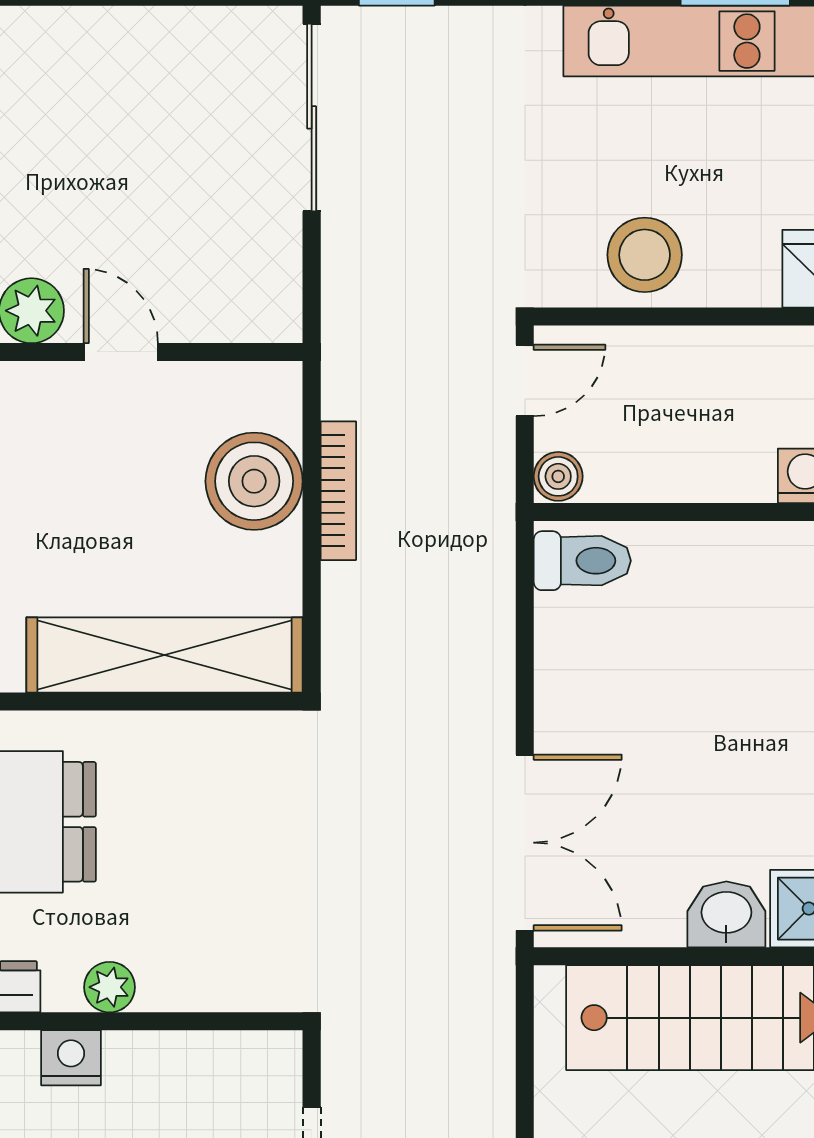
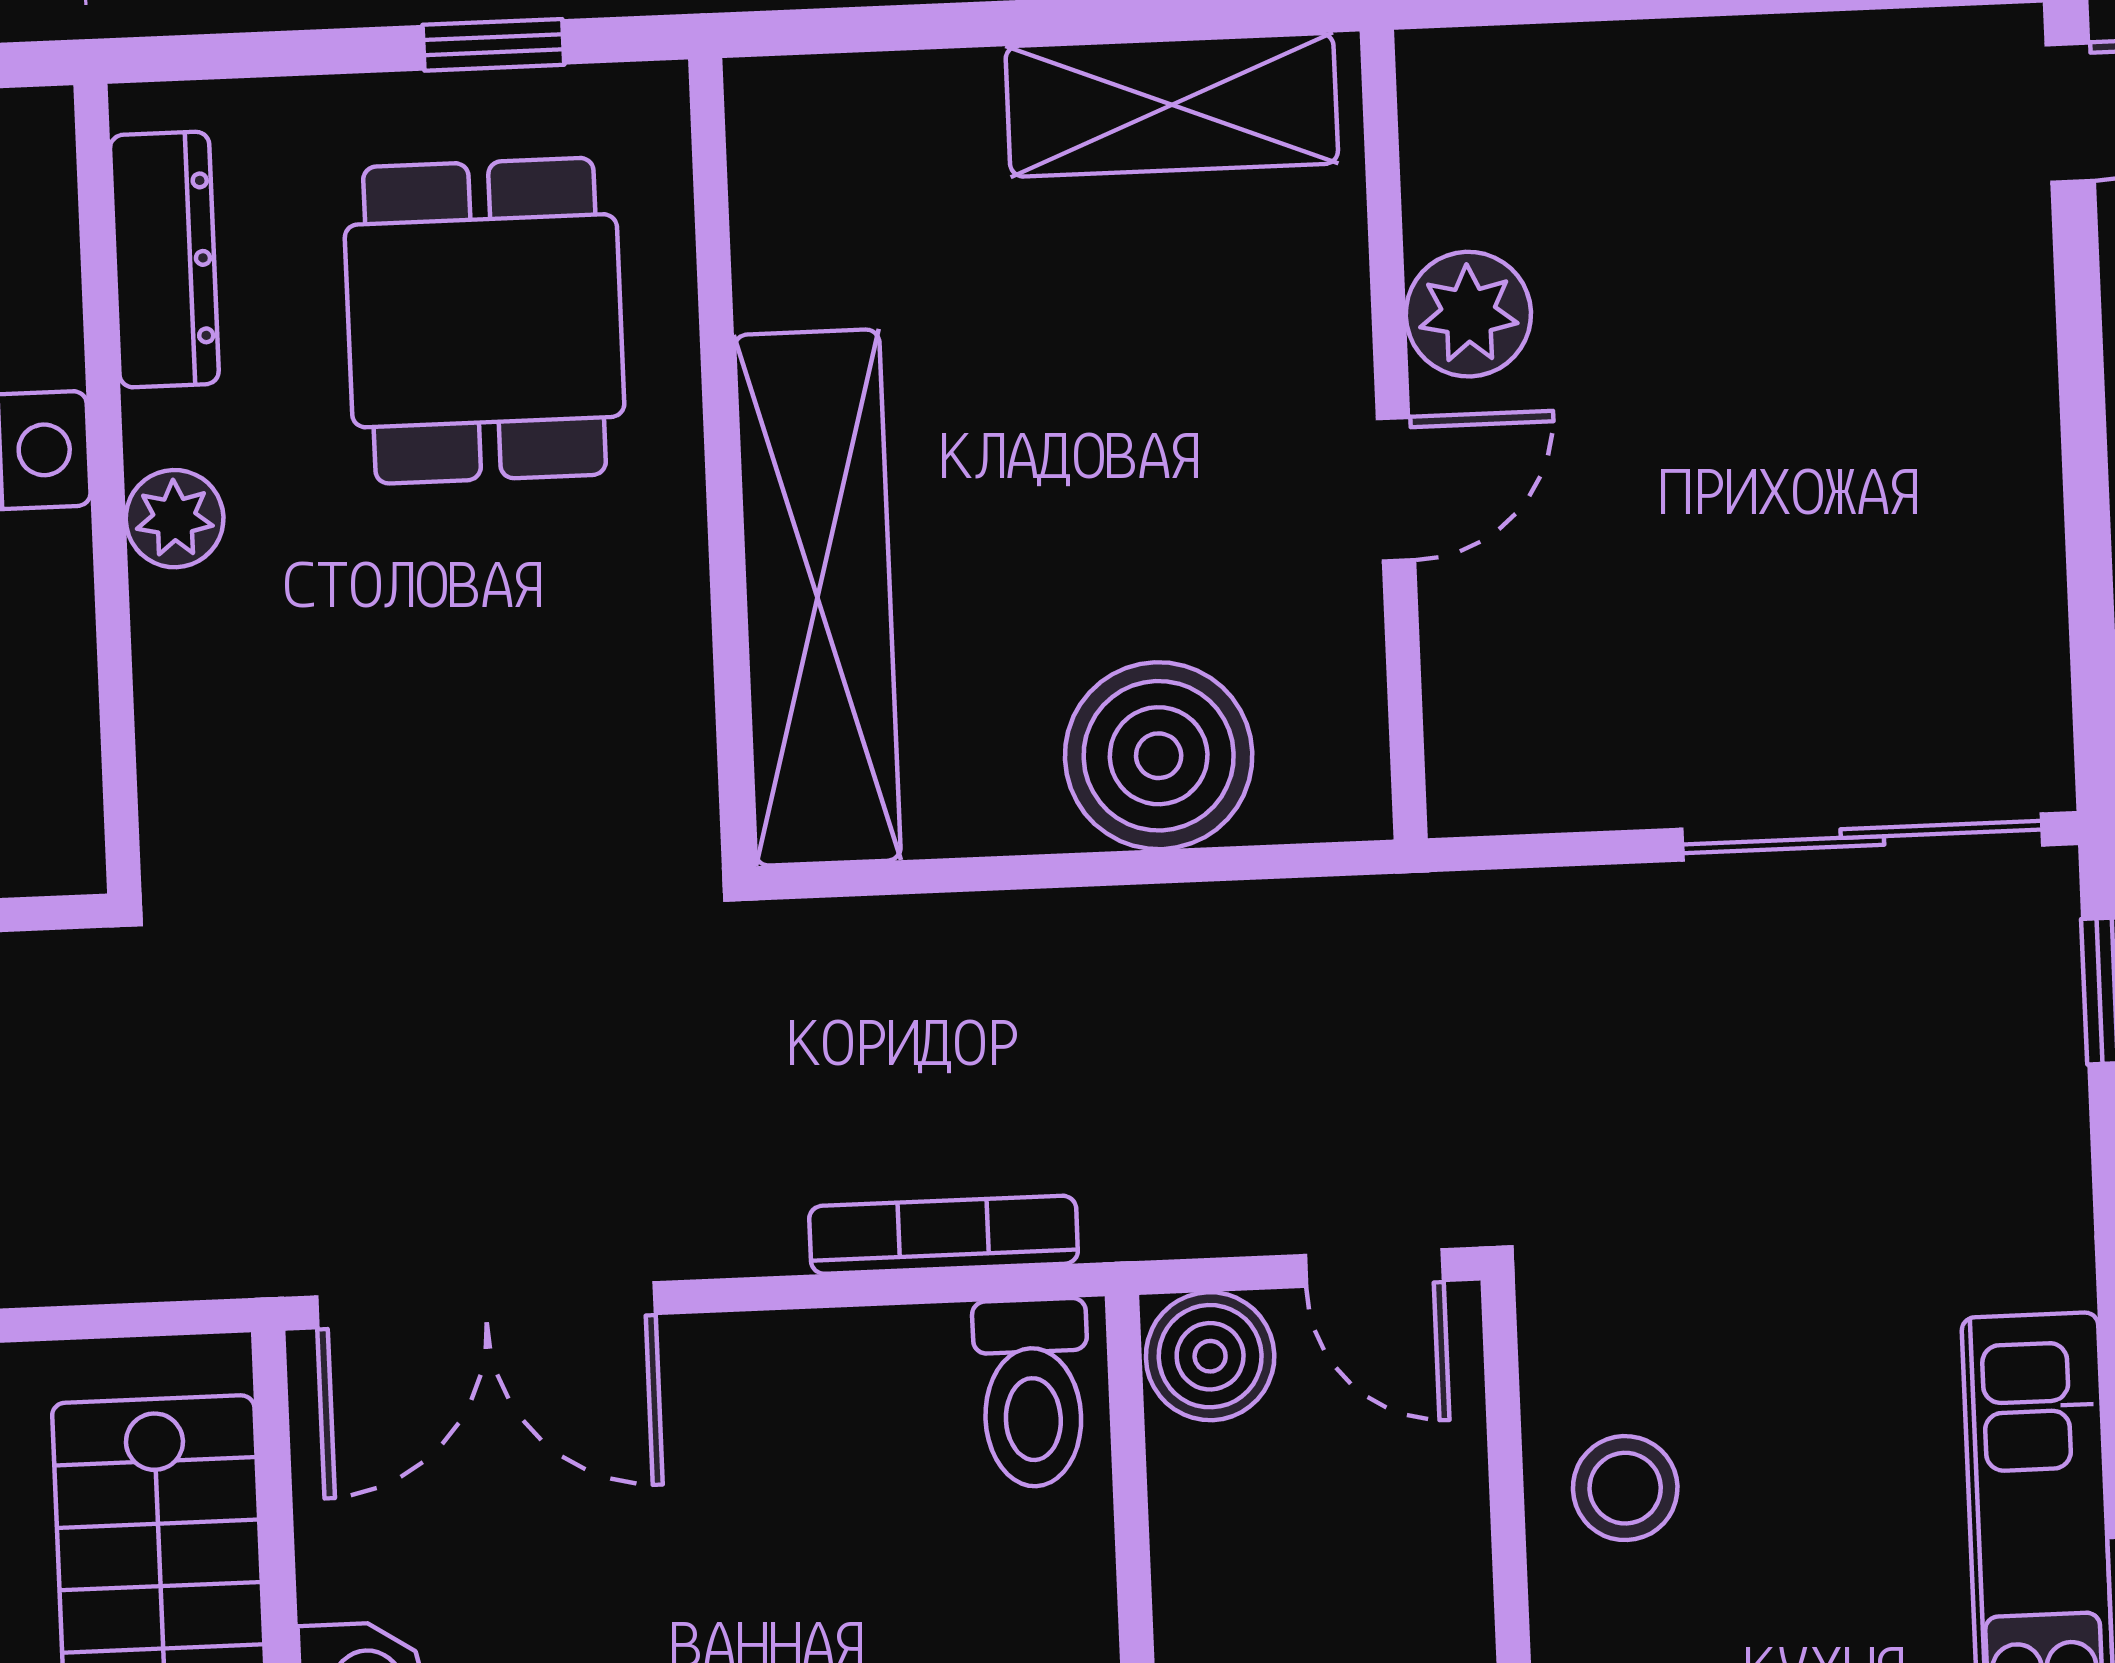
stool: (645, 255) -> (1625, 1488), width x0.73, depth x0.73
boiler: (558, 476) -> (1210, 1356), width x1.36, depth x1.36
bookcase: (338, 491) -> (944, 1235), moved, turned 180

